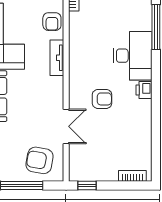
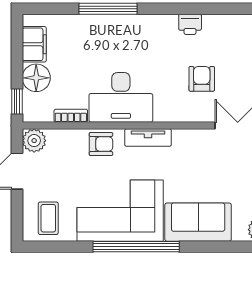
desk: (133, 56) -> (121, 97), moved, turned 180

